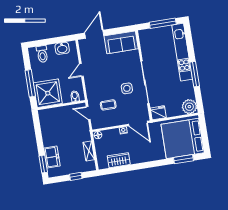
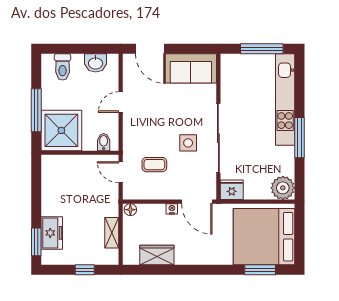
door: (94, 34) -> (150, 49), swing flipped

